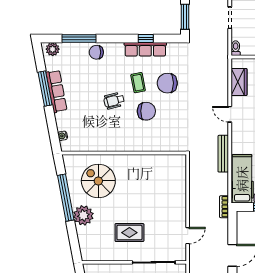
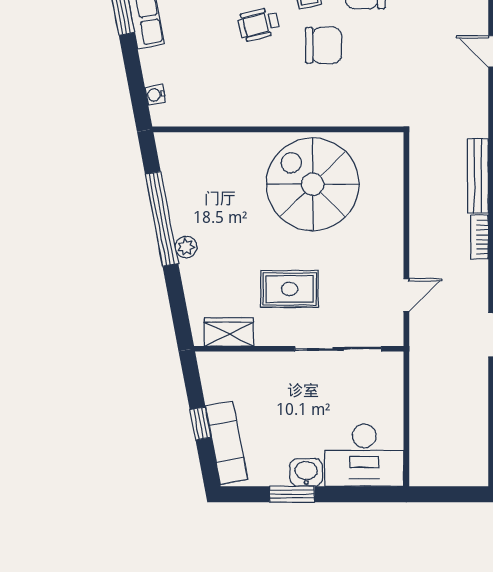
bench: (223, 154) -> (478, 176), moved
spiral stairs: (98, 181) -> (313, 184), moved, width x1.37, depth x1.37
plant: (83, 215) -> (186, 247), width x0.53, depth x0.53
wardrobe: (99, 254) -> (229, 332), added

